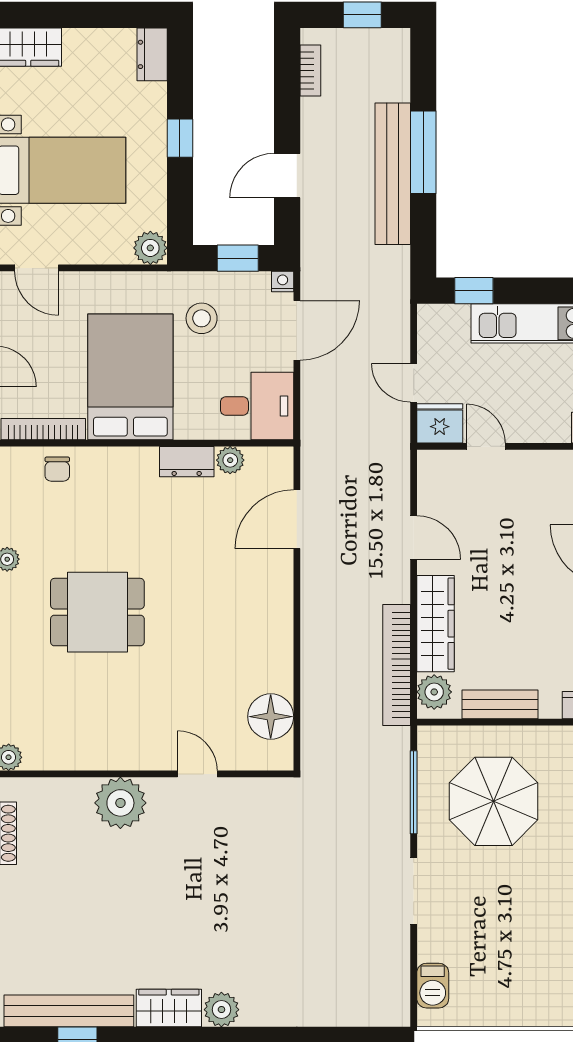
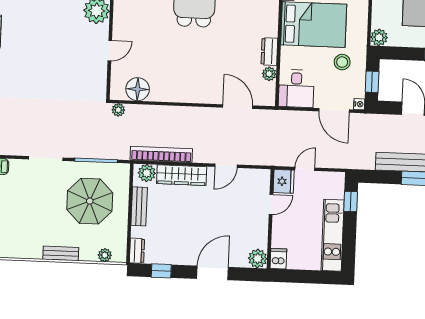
plant: (313, 753) -> (118, 110), added

